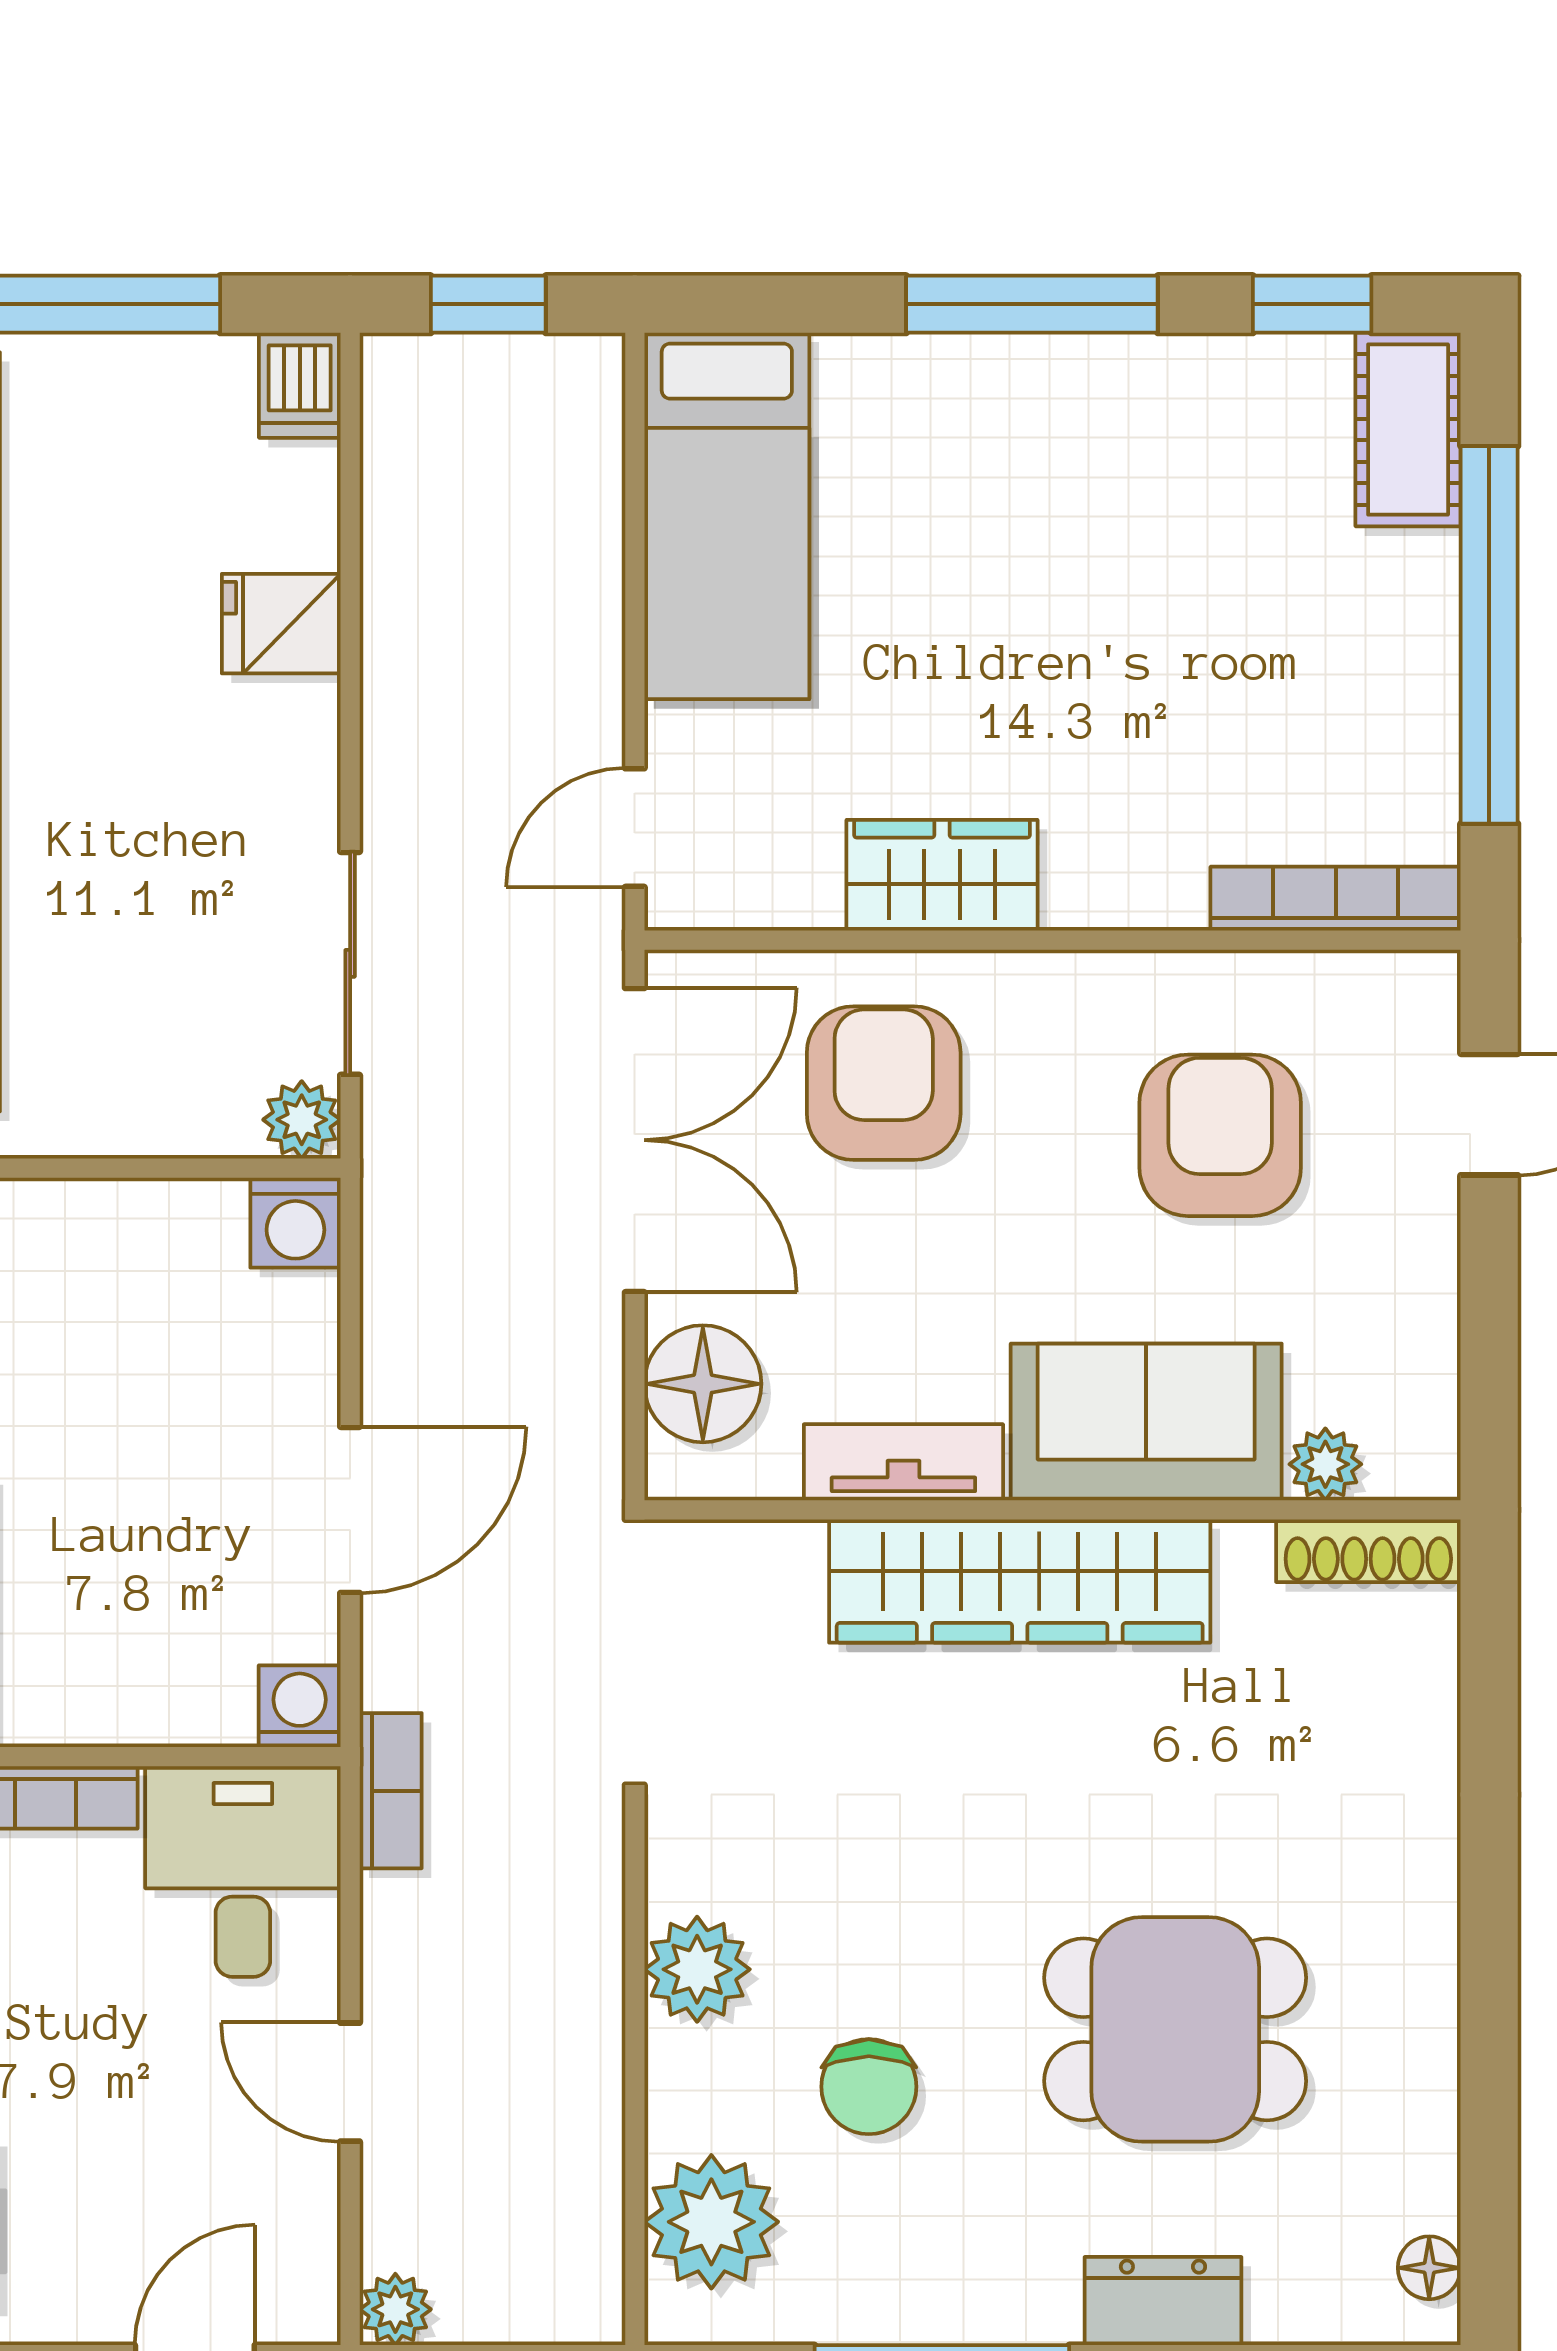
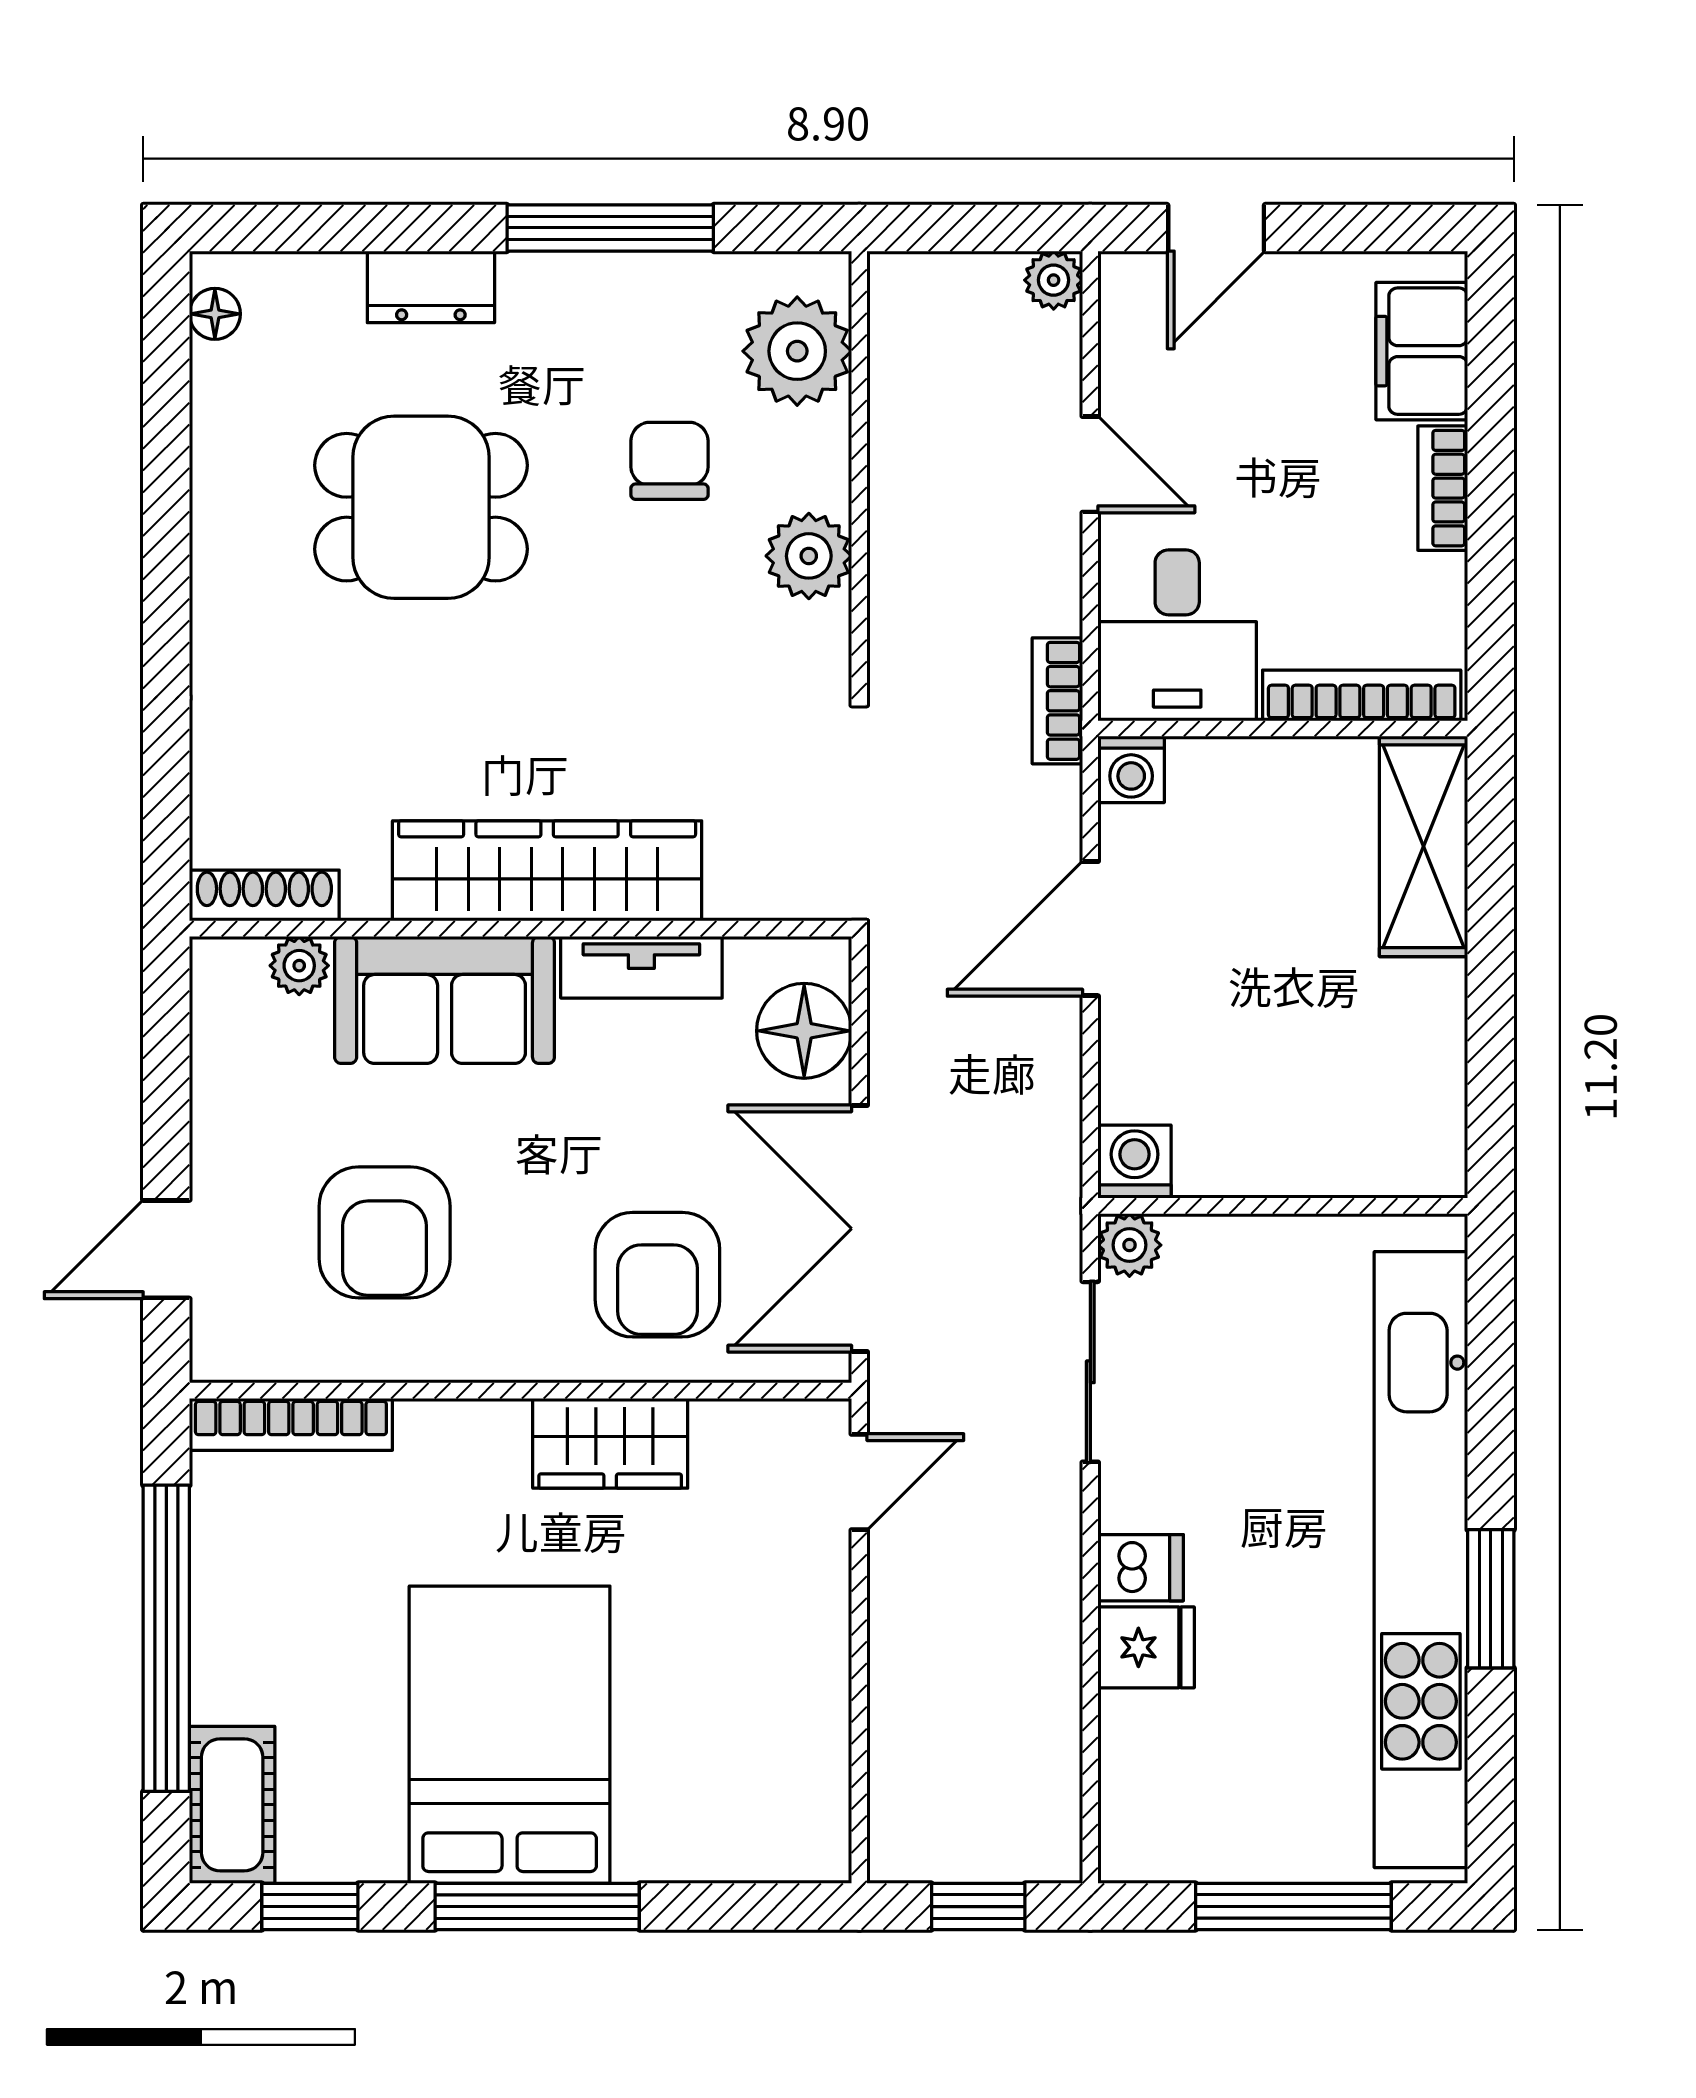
dishwasher: (300, 385) -> (1141, 1568), moved, turned 90
bed: (727, 516) -> (510, 1735), moved, width x1.50

